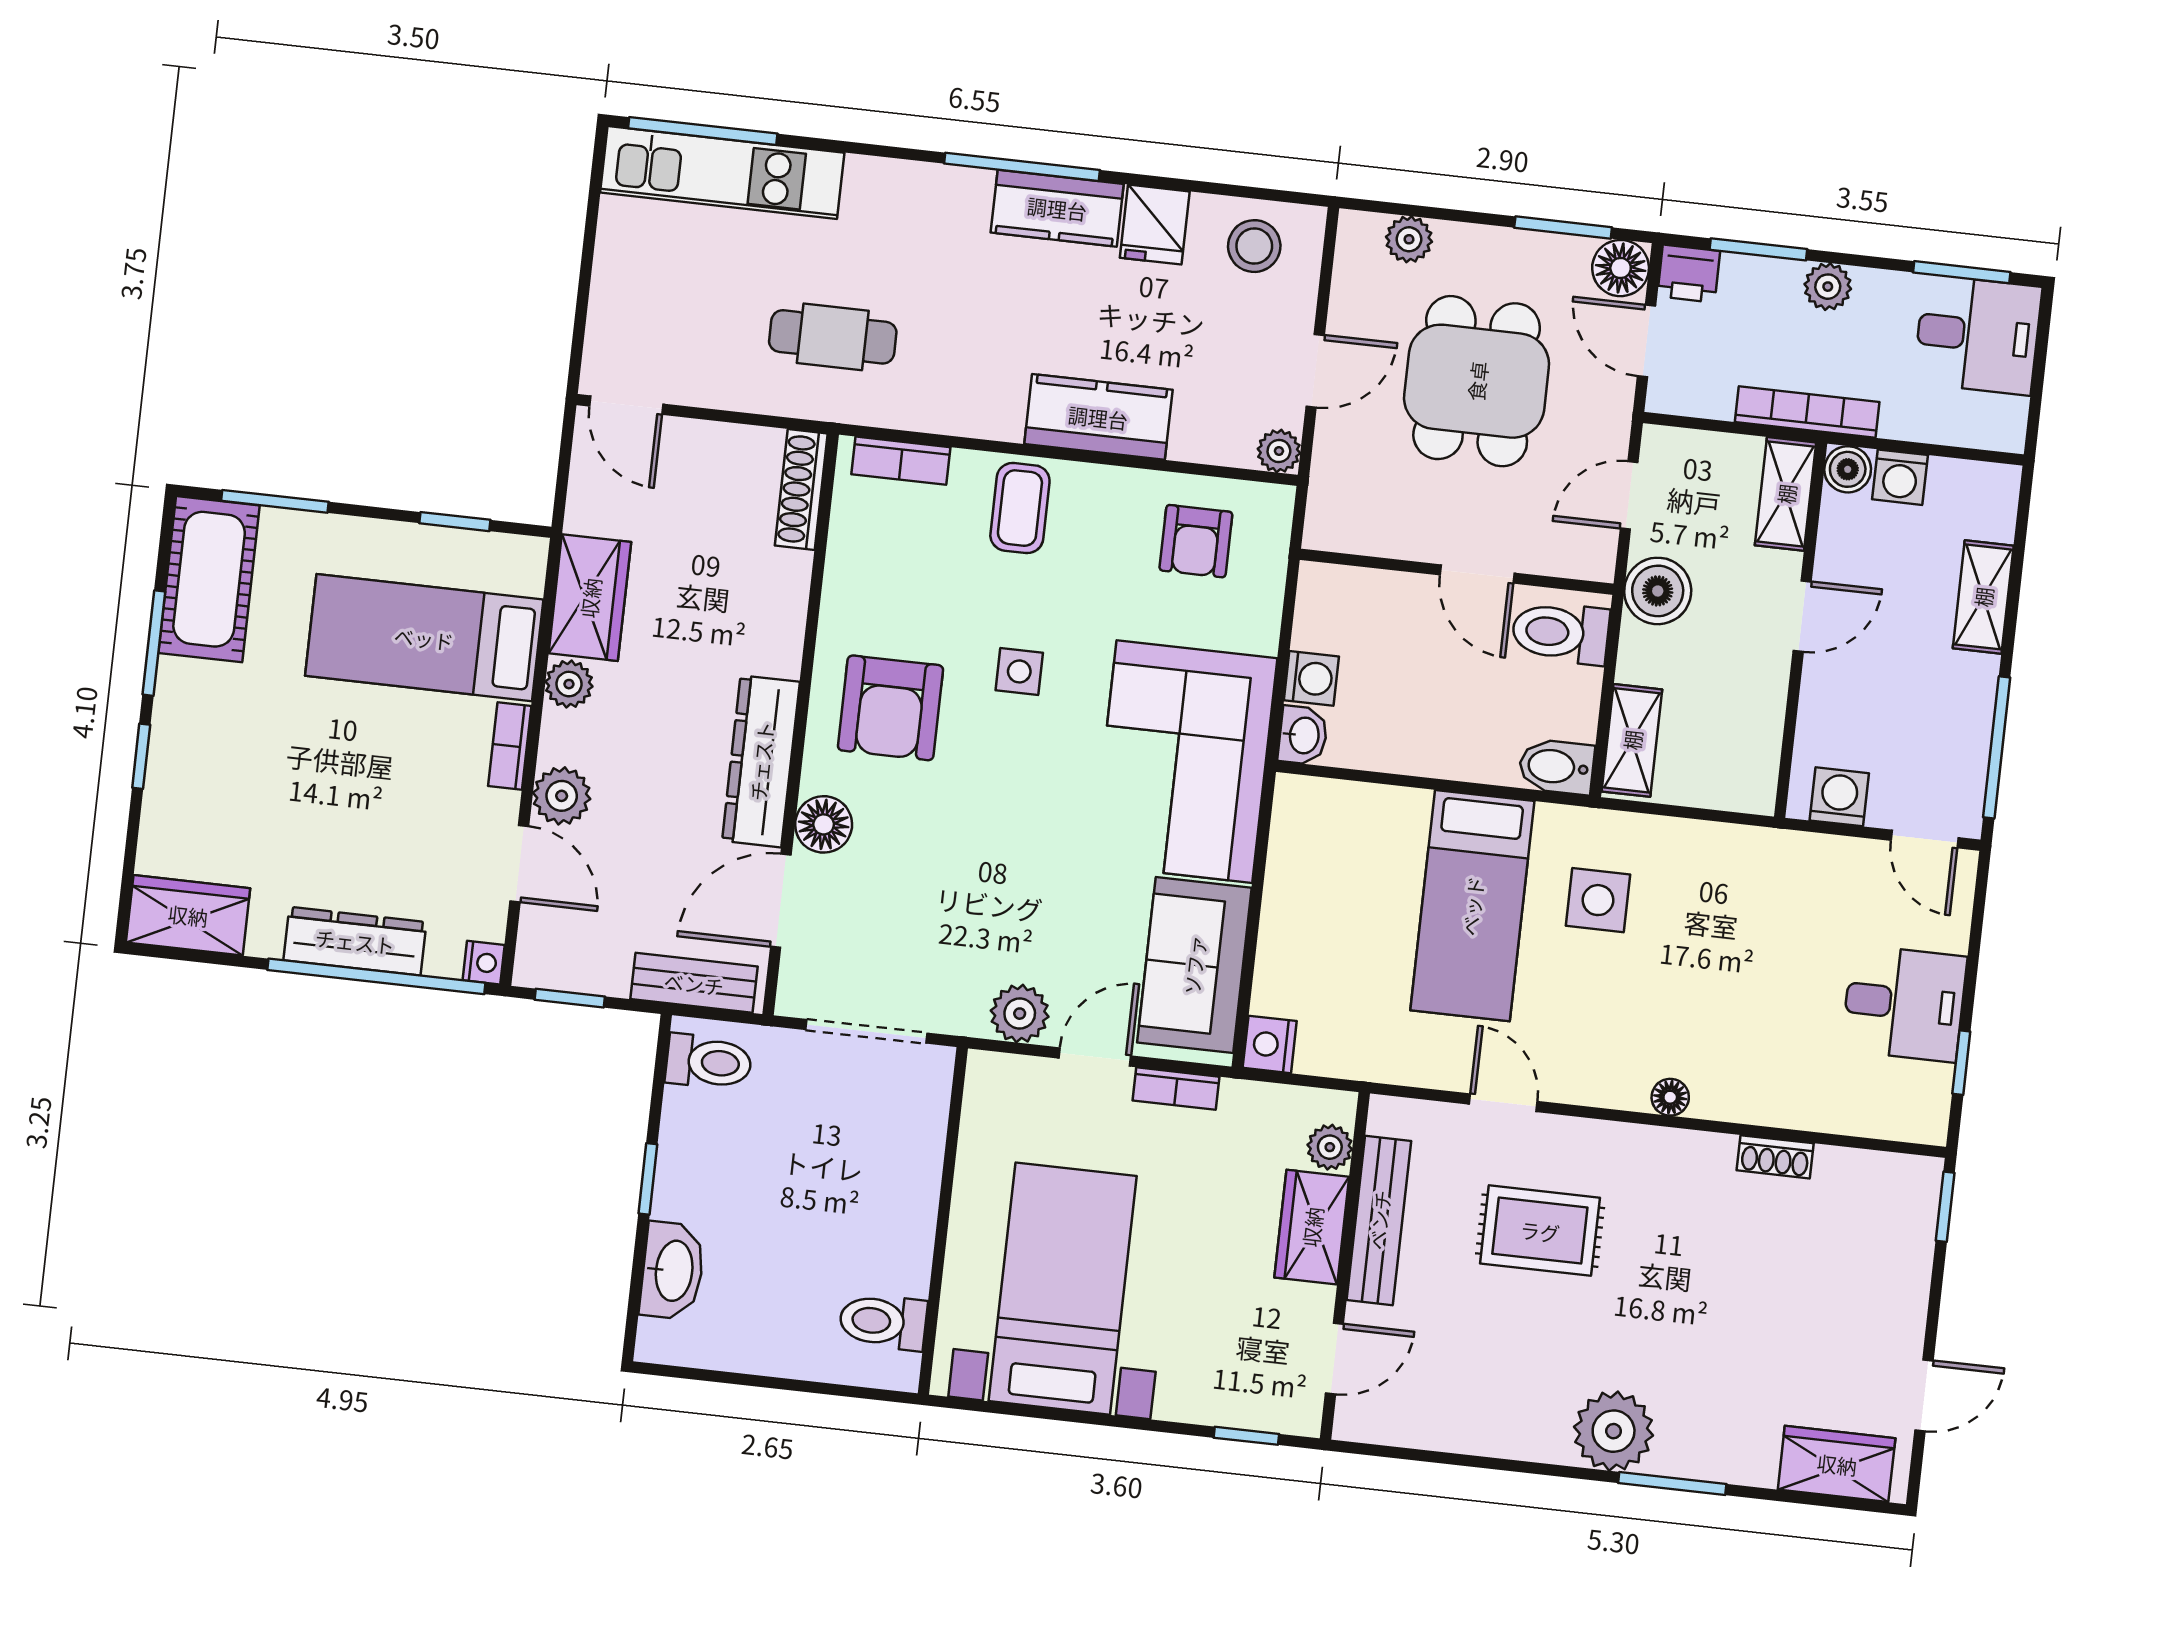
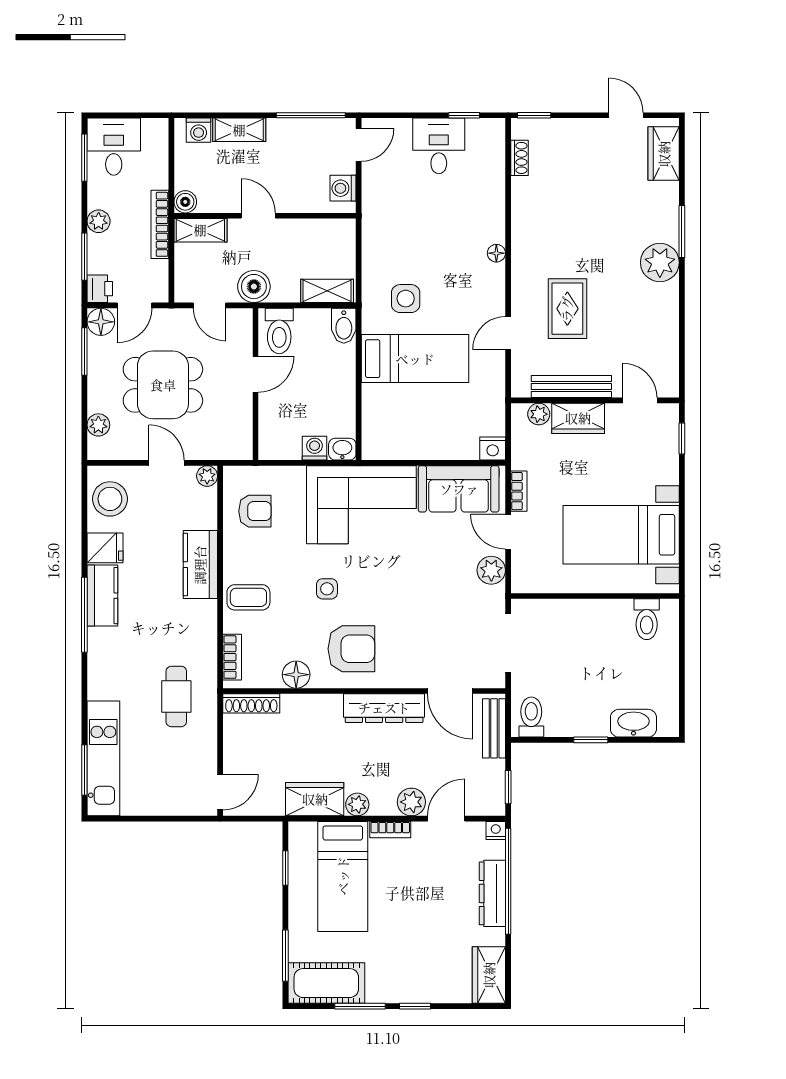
window: (703, 131) -> (84, 770), width x0.69
stool: (1254, 246) -> (110, 499), width x1.38, depth x1.38
washing machine: (1900, 477) -> (199, 130), moved, turned 90
floor lamp: (824, 824) -> (296, 675), moved
shoe rack: (1775, 1157) -> (519, 158), moved

